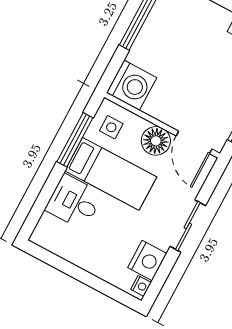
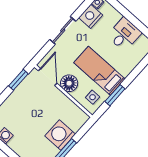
washing machine: (132, 85) -> (60, 135), moved
window: (75, 140) -> (115, 95), width x0.69
desk: (74, 202) -> (124, 34), moved, turned -90

